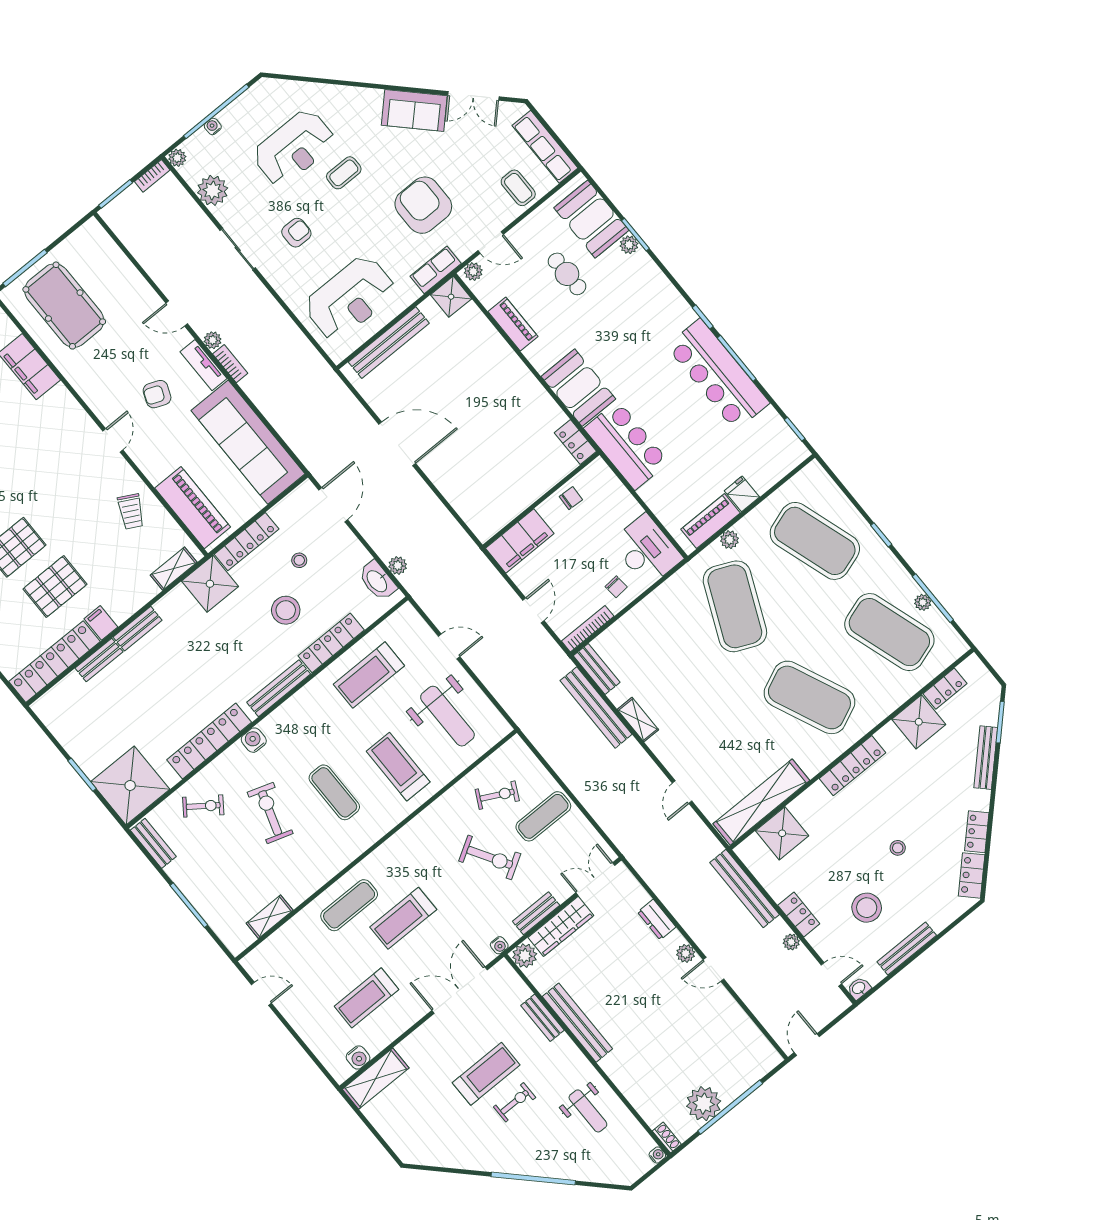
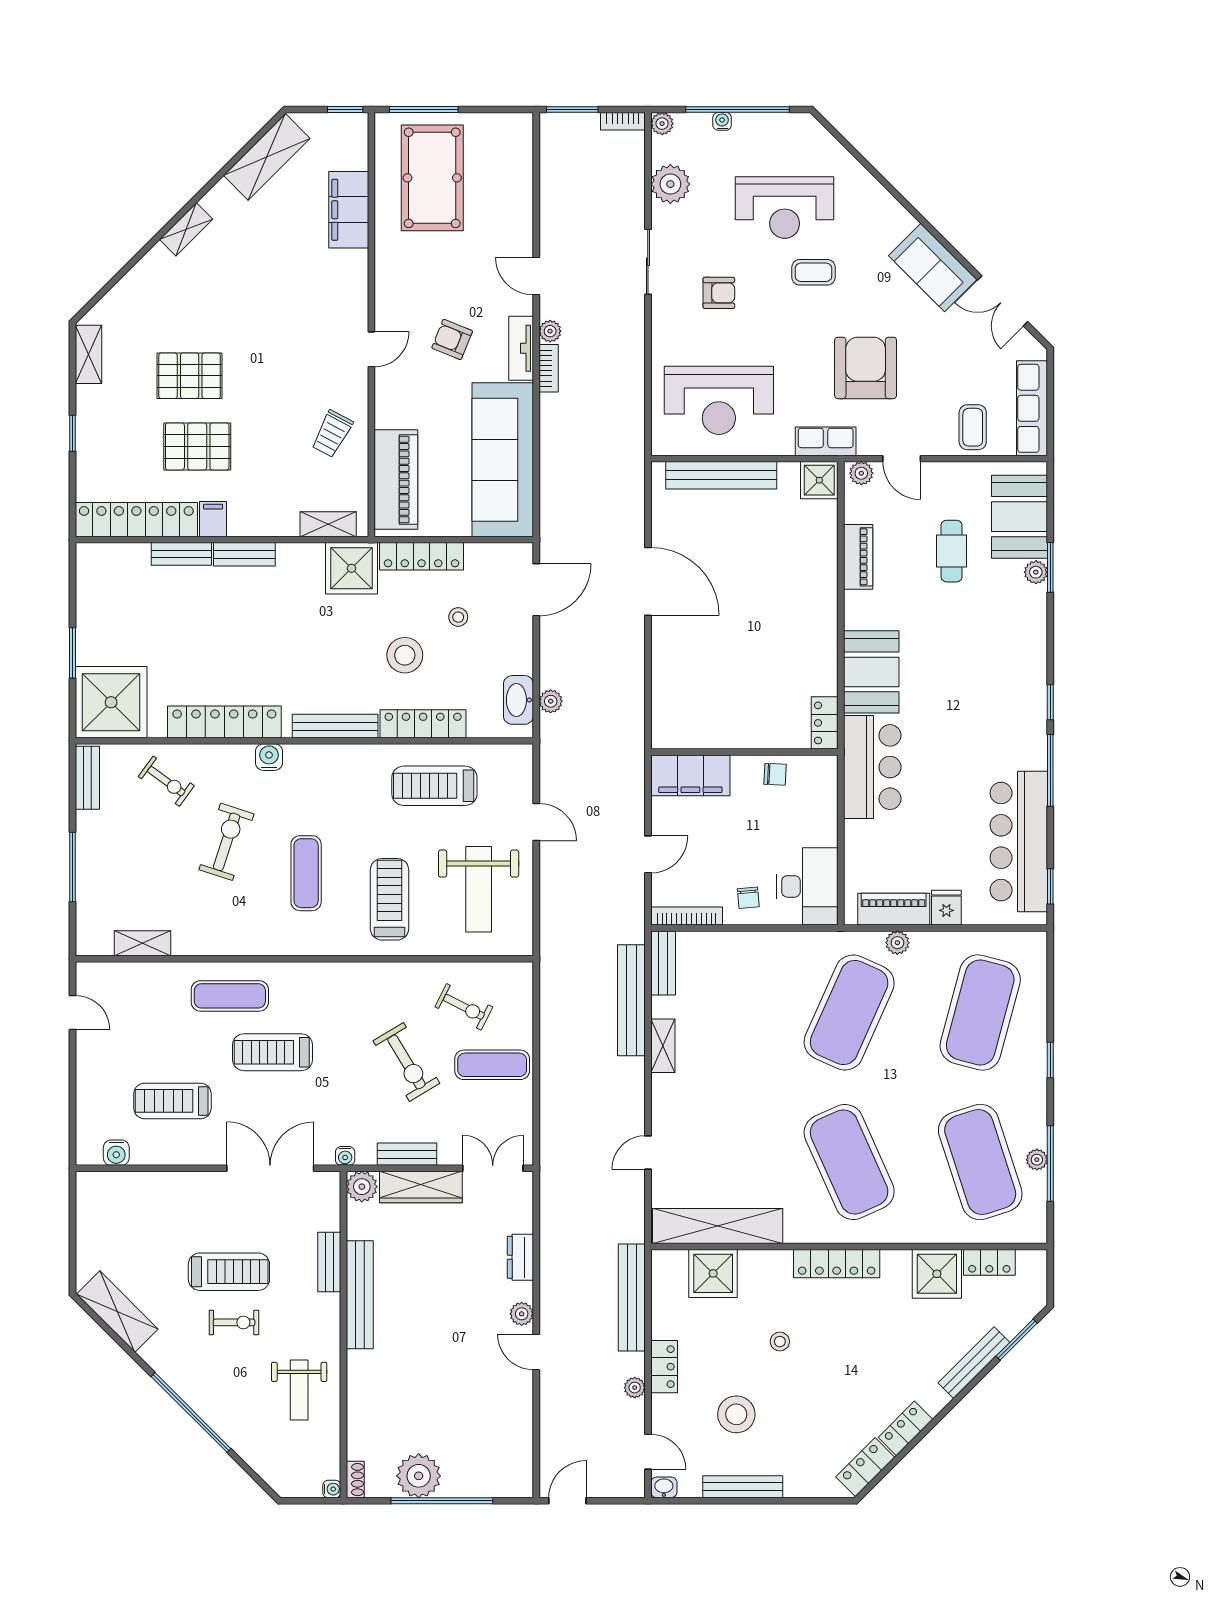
bar counter: (718, 374) -> (1019, 842), moved
exercise mat: (815, 541) -> (980, 1013), turned 33
stool: (898, 848) -> (780, 1342), moved
shelving: (376, 1079) -> (117, 1312), moved, turned 45

